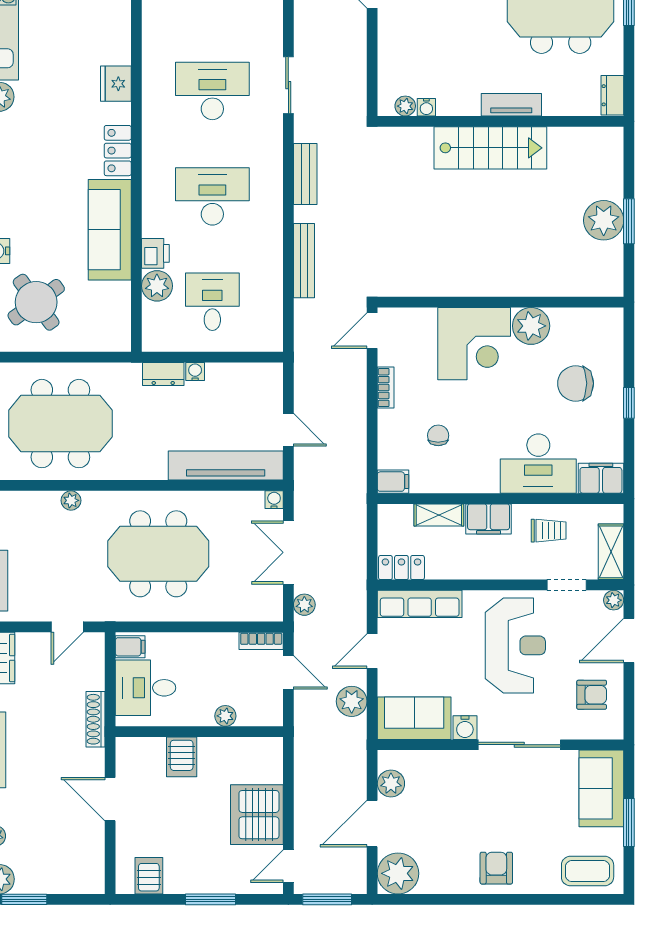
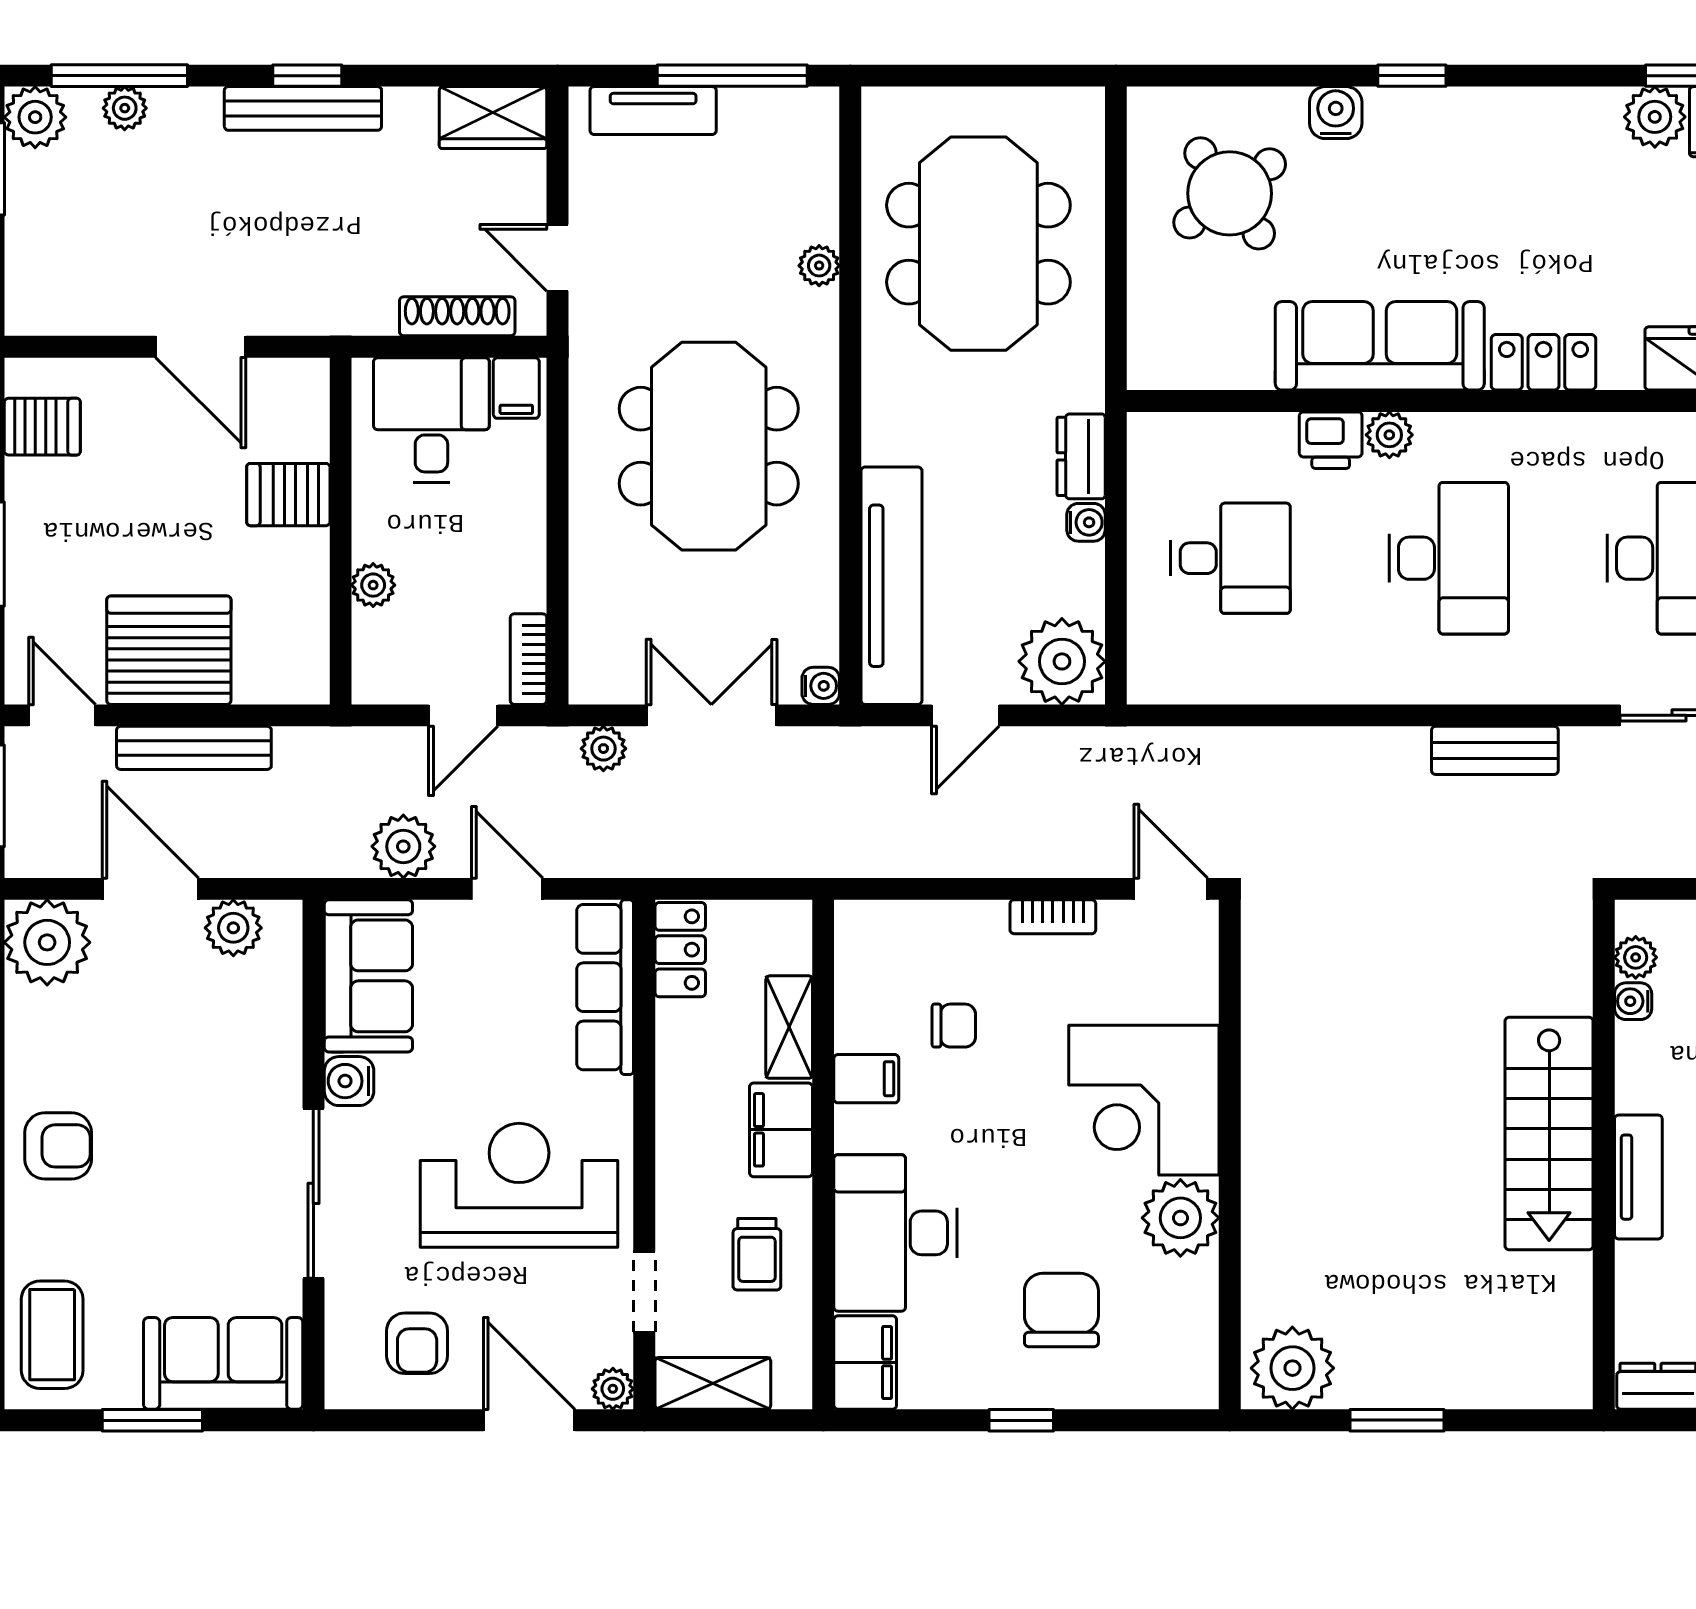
plant: (604, 220) -> (1292, 1368), moved
bench: (304, 261) -> (194, 748), moved
plant: (157, 286) -> (1389, 435), moved, width x0.73, depth x0.73
plant: (262, 383) -> (1062, 661), added
filing cabinet: (393, 482) -> (866, 1079), moved, turned -90
reception desk: (515, 645) -> (519, 1185), turned 180
shoe rack: (96, 719) -> (457, 316), moved
door: (110, 799) -> (201, 347), swing flipped

